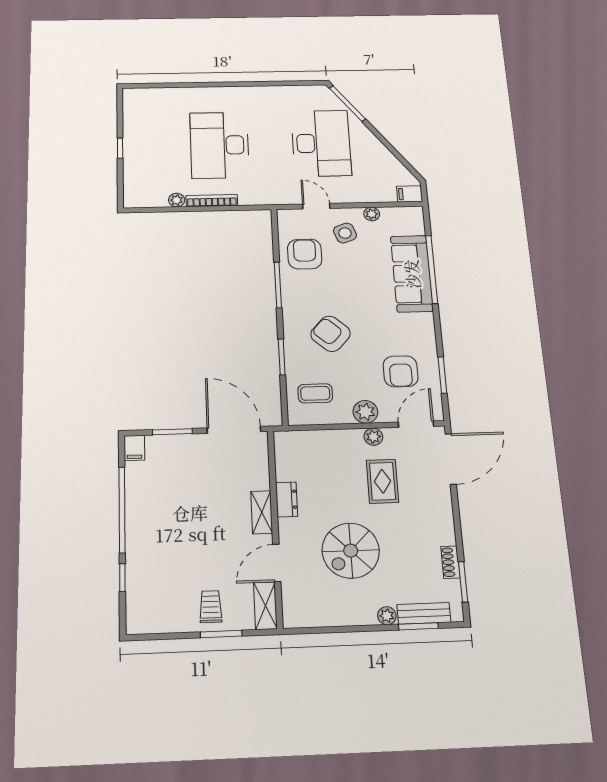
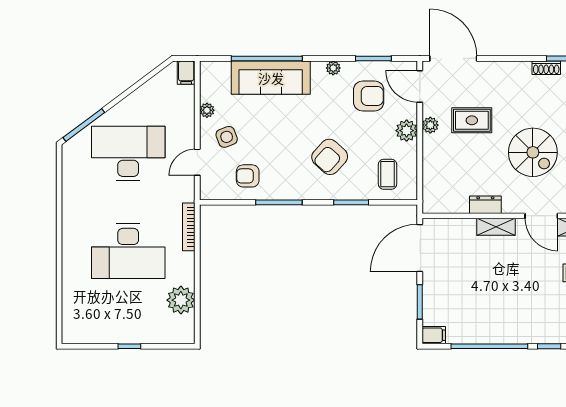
plant: (177, 200) -> (181, 300), width x1.88, depth x1.88
bookcase: (212, 201) -> (189, 227), moved
armchair: (305, 254) -> (248, 176), width x0.72, depth x0.72
plant: (428, 335) -> (333, 68), added

